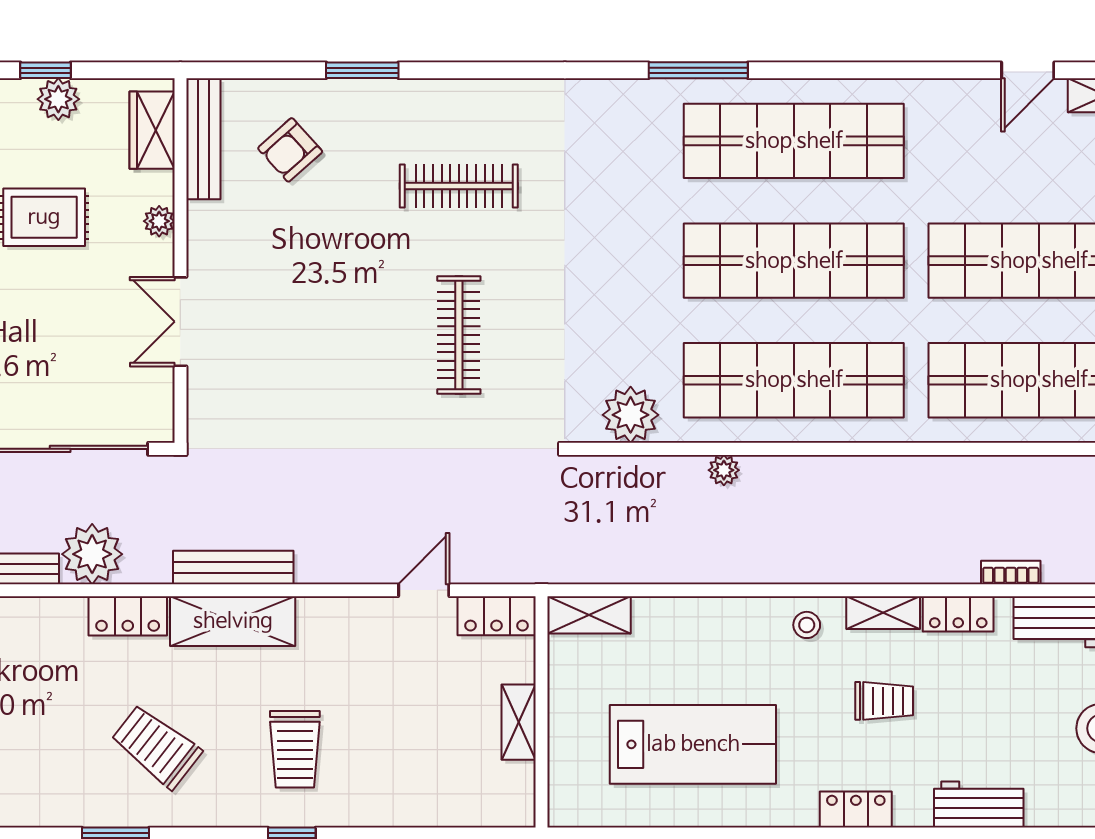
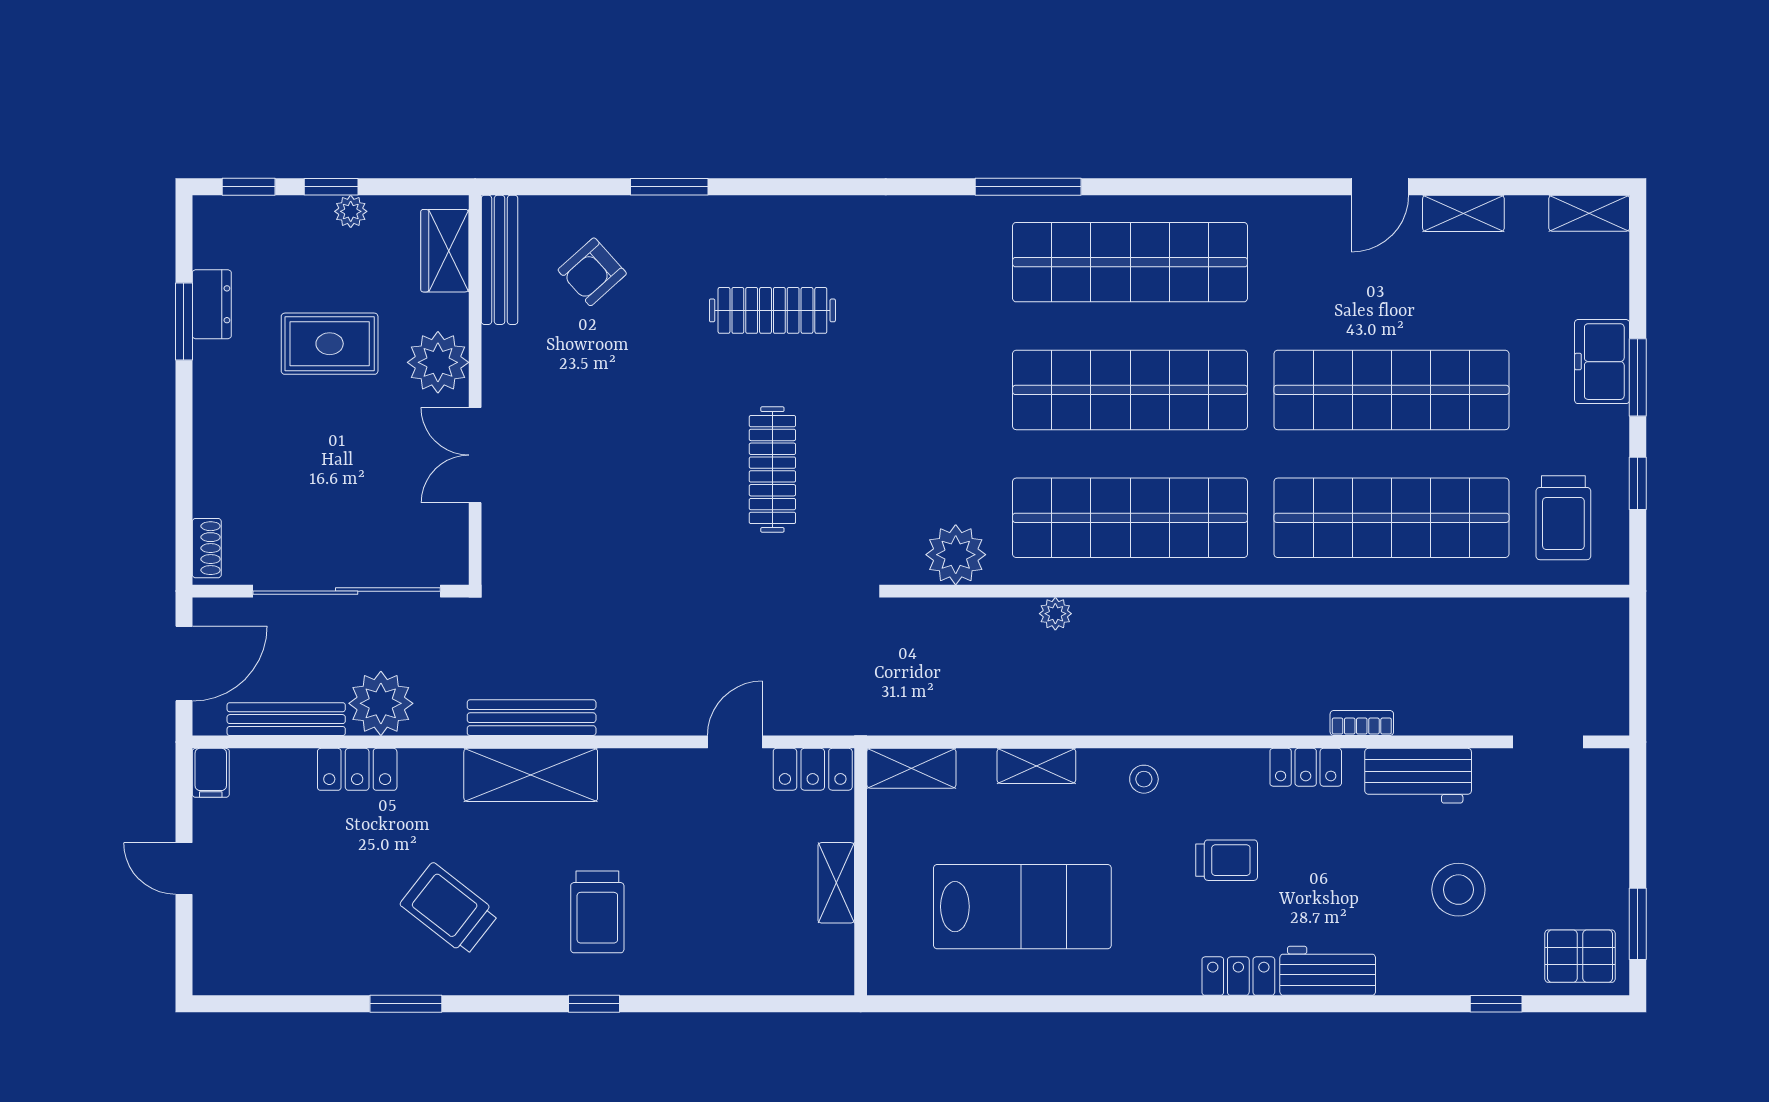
plant: (58, 99) -> (351, 211), width x0.73, depth x0.73
plant: (159, 221) -> (438, 362), width x1.87, depth x1.87
shelving: (883, 613) -> (1036, 766), moved
locker: (128, 616) -> (357, 769), moved
locker: (856, 809) -> (1238, 976), moved

